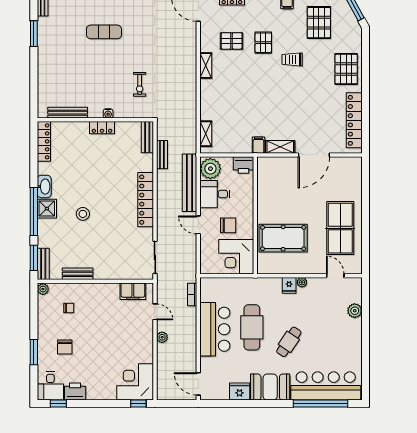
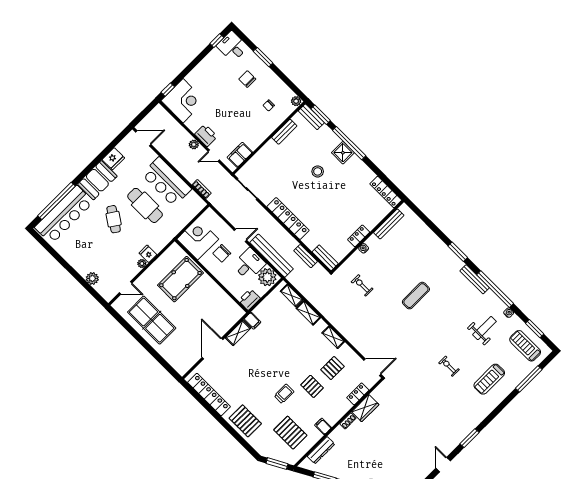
shelving: (206, 106) -> (308, 313), added
washbasin: (44, 187) -> (358, 165), removed
printer: (75, 391) -> (206, 135), moved, turned -90

